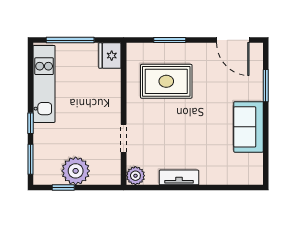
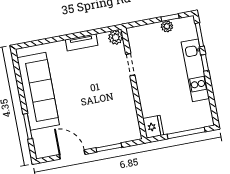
door: (233, 40) -> (72, 155), moved
rug: (166, 81) -> (106, 115), removed
kitchen unit: (44, 84) -> (195, 70), moved
sofa: (249, 127) -> (38, 91), width x1.85, depth x1.27
plant: (76, 171) -> (167, 26), width x0.53, depth x0.53

